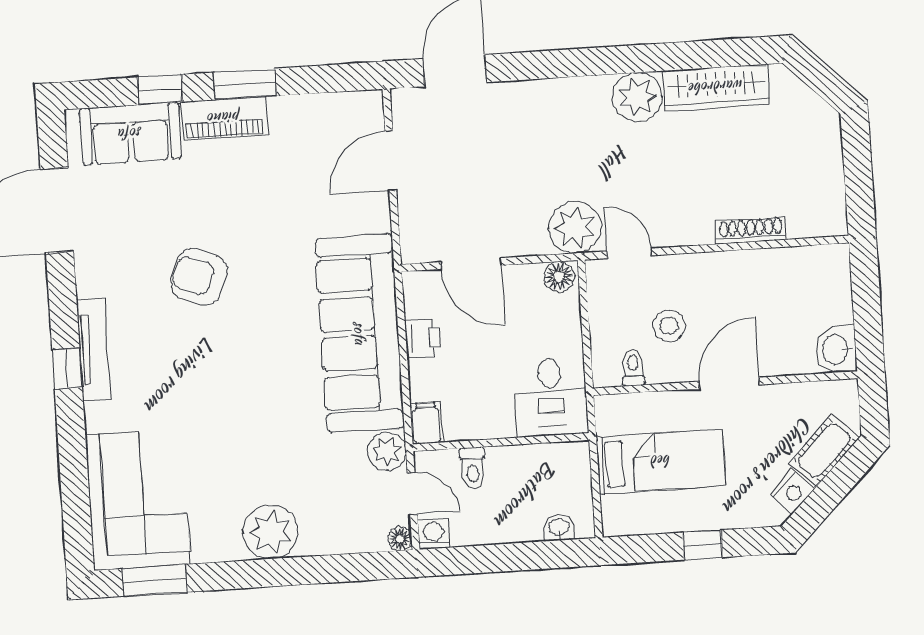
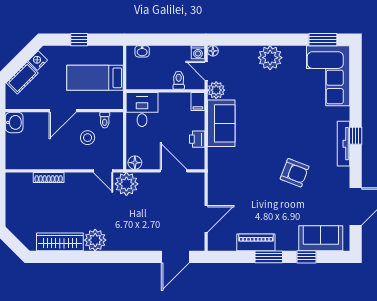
piano: (224, 118) -> (256, 242), moved
sofa: (360, 333) -> (221, 123), width x0.54, depth x0.79

